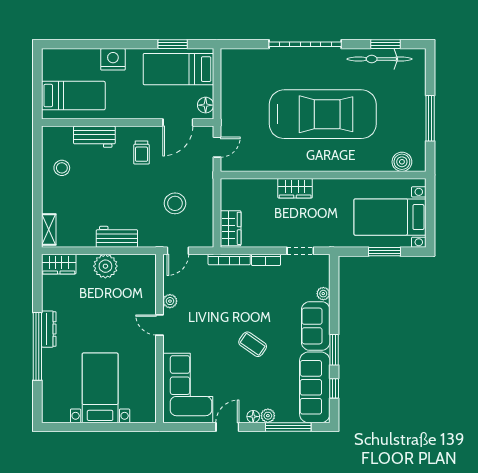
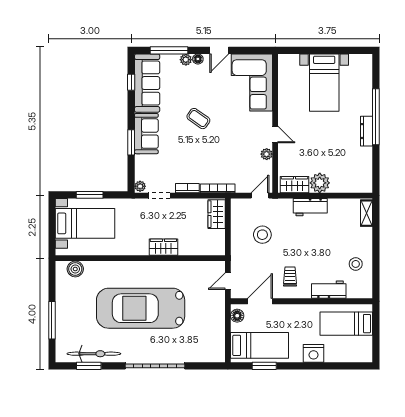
window: (430, 118) -> (52, 320), moved
wardrobe: (59, 264) -> (295, 185), moved
plant: (323, 294) -> (140, 186), moved
window: (334, 350) -> (131, 142), moved

